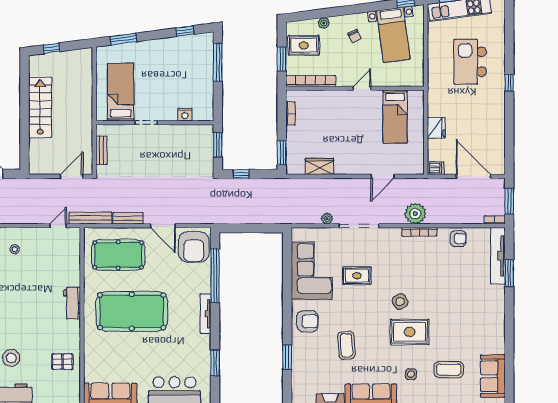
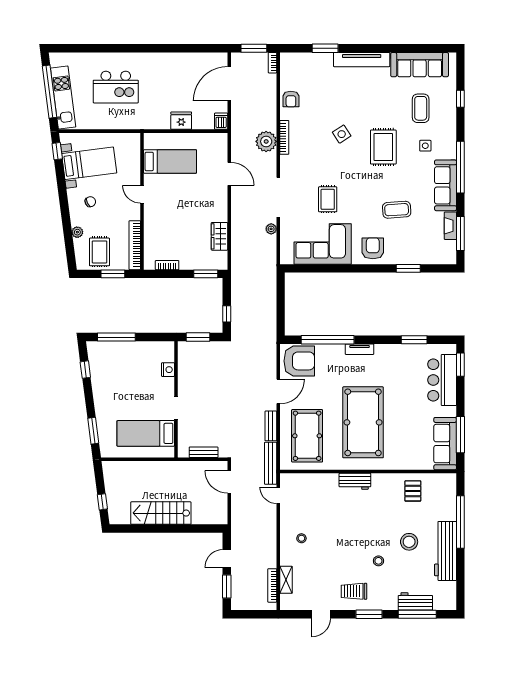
window: (509, 83) -> (136, 48), removed
armchair: (458, 239) -> (291, 99), turned 180
tv unit: (498, 256) -> (362, 60), moved
side table: (400, 302) -> (342, 134), moved
tv unit: (206, 314) -> (360, 349), width x0.71
sofa: (493, 376) -> (420, 65), width x1.36

